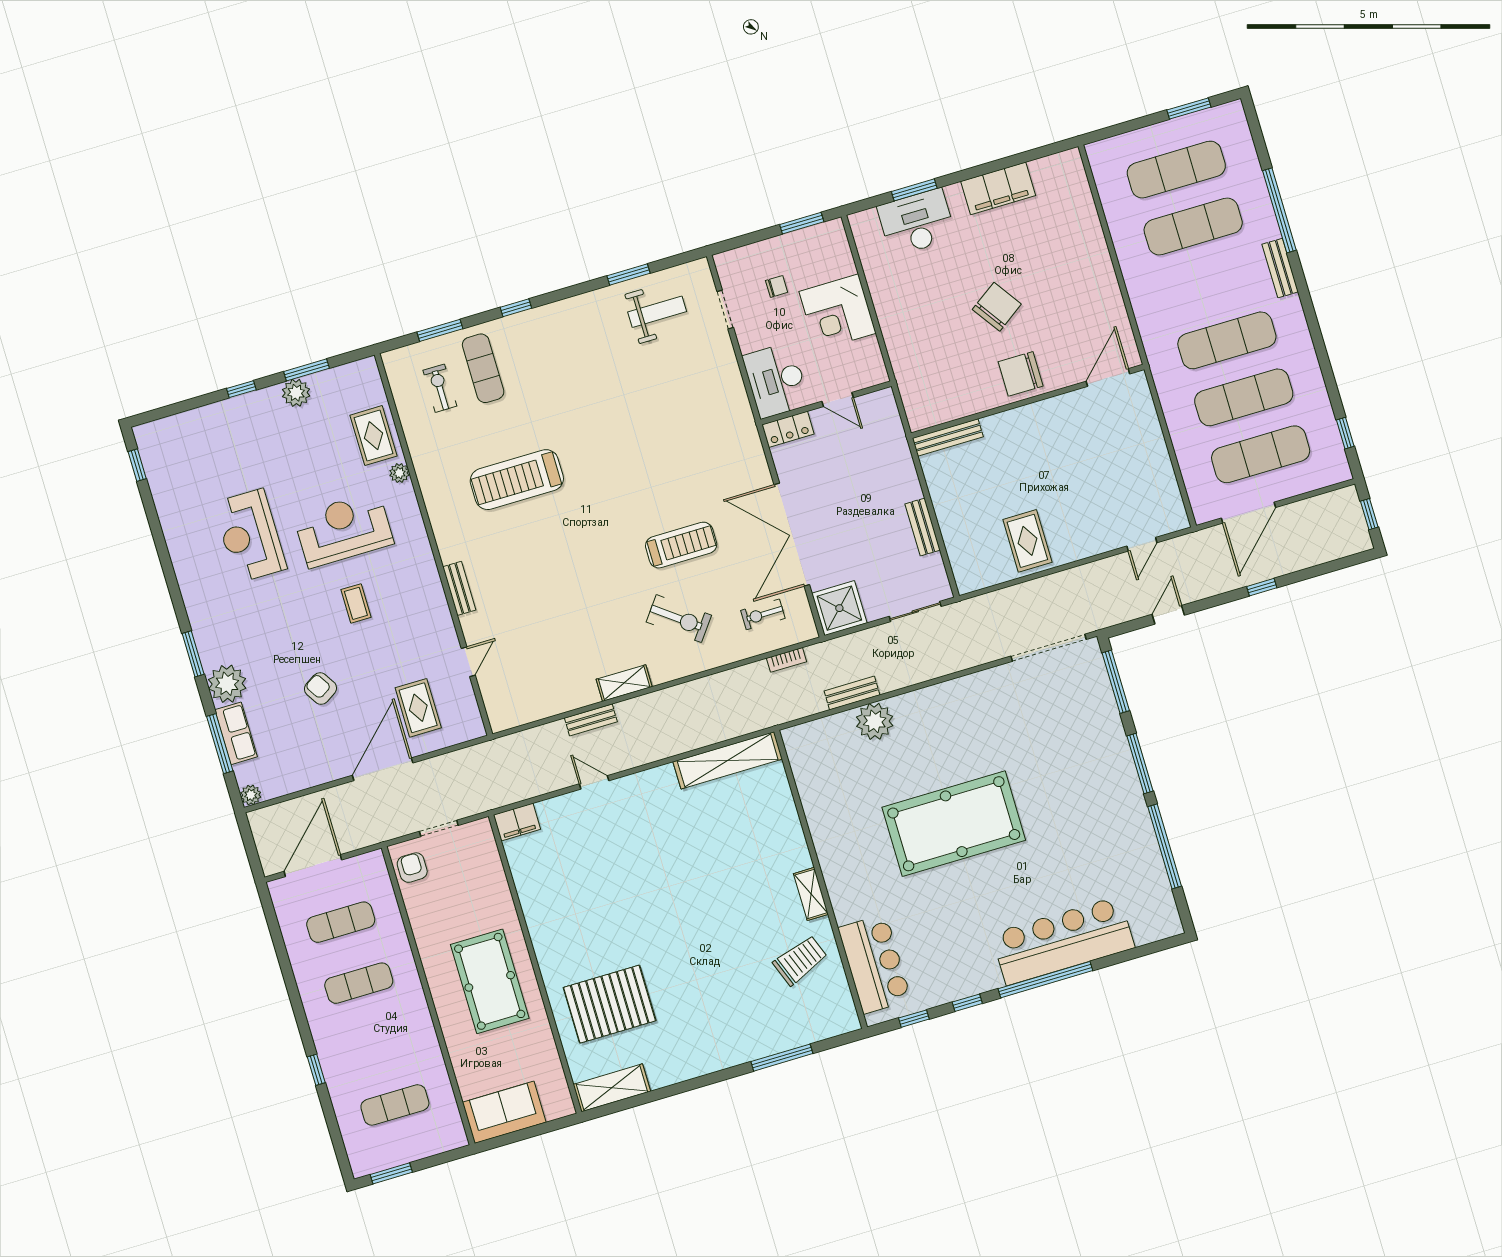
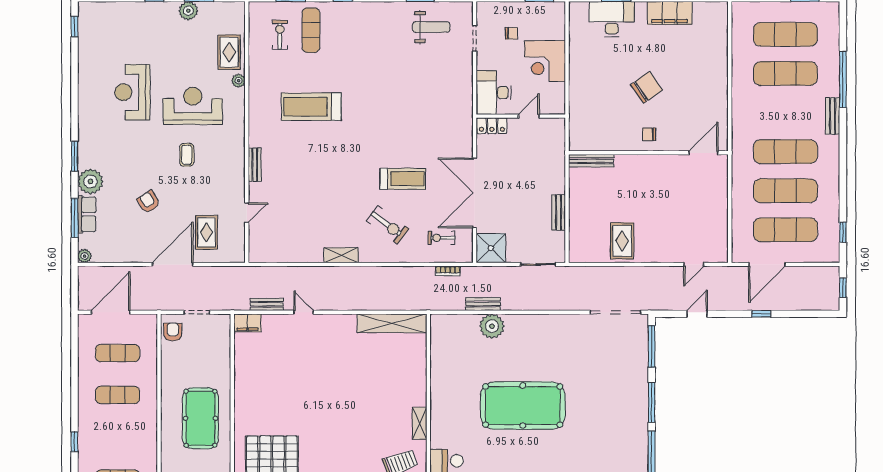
chair: (1021, 374) -> (649, 134), width x0.54, depth x0.54
door: (838, 399) -> (529, 116), swing flipped
bench: (591, 720) -> (267, 304), moved

